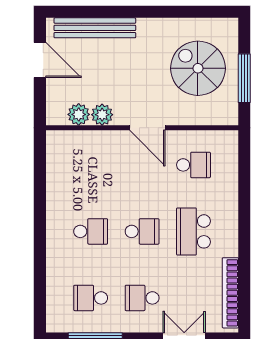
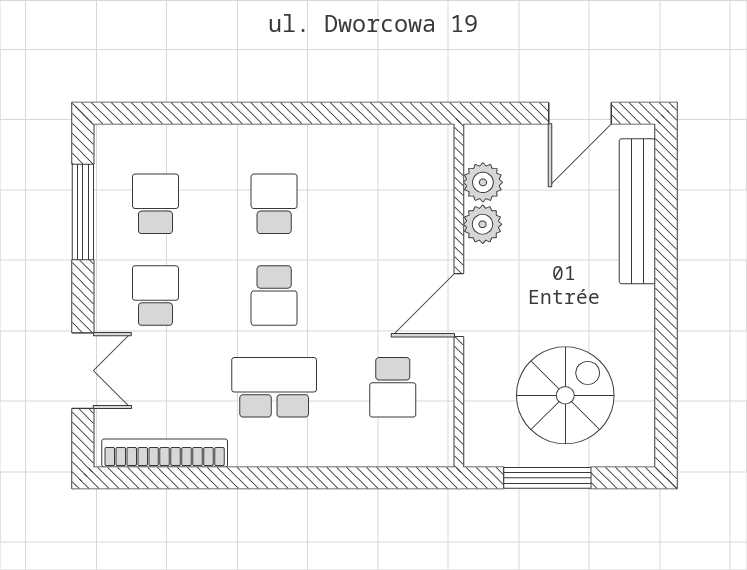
school desk: (91, 231) -> (274, 204), turned 180

